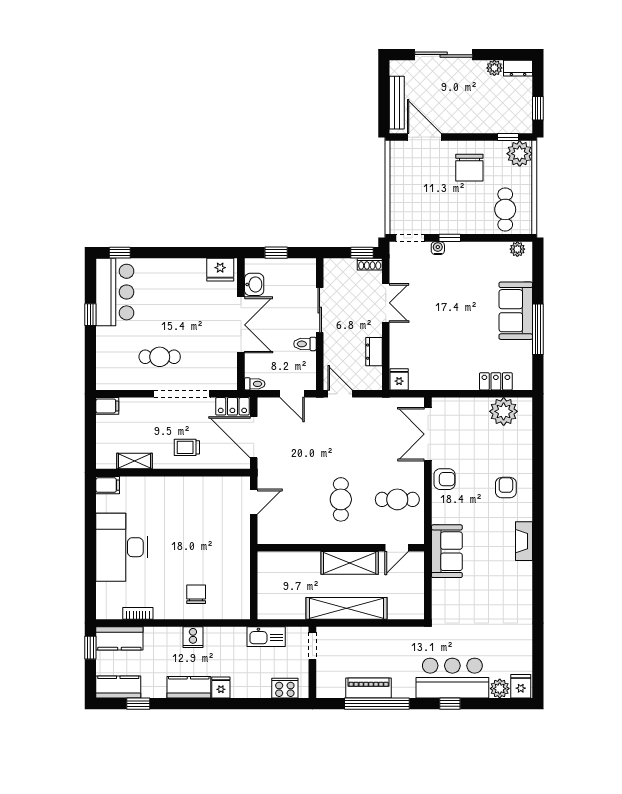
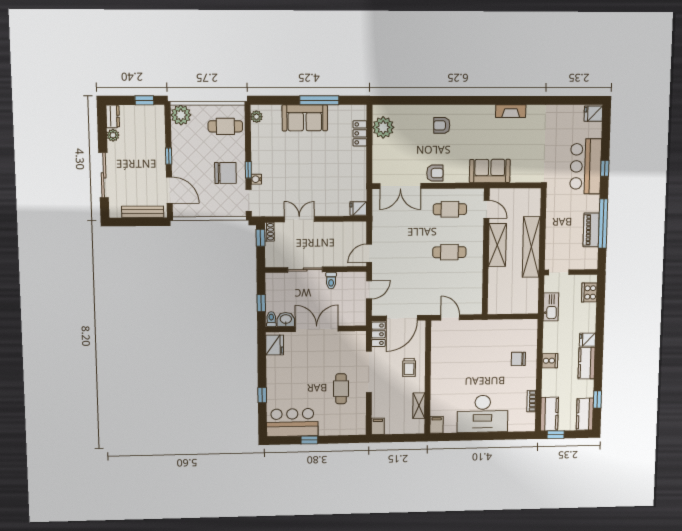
door: (424, 137) -> (169, 190), swing flipped
window: (508, 137) -> (169, 156), moved
chair: (469, 168) -> (225, 173), moved
window: (120, 253) -> (262, 395), moved
dresser: (374, 352) -> (337, 228), removed
toilet: (255, 384) -> (271, 319), moved
armchair: (444, 479) -> (435, 173), turned 90
cafe table: (397, 499) -> (450, 209), turned 90
fireplace: (524, 541) -> (511, 111), moved
plant: (500, 689) -> (595, 130), removed

